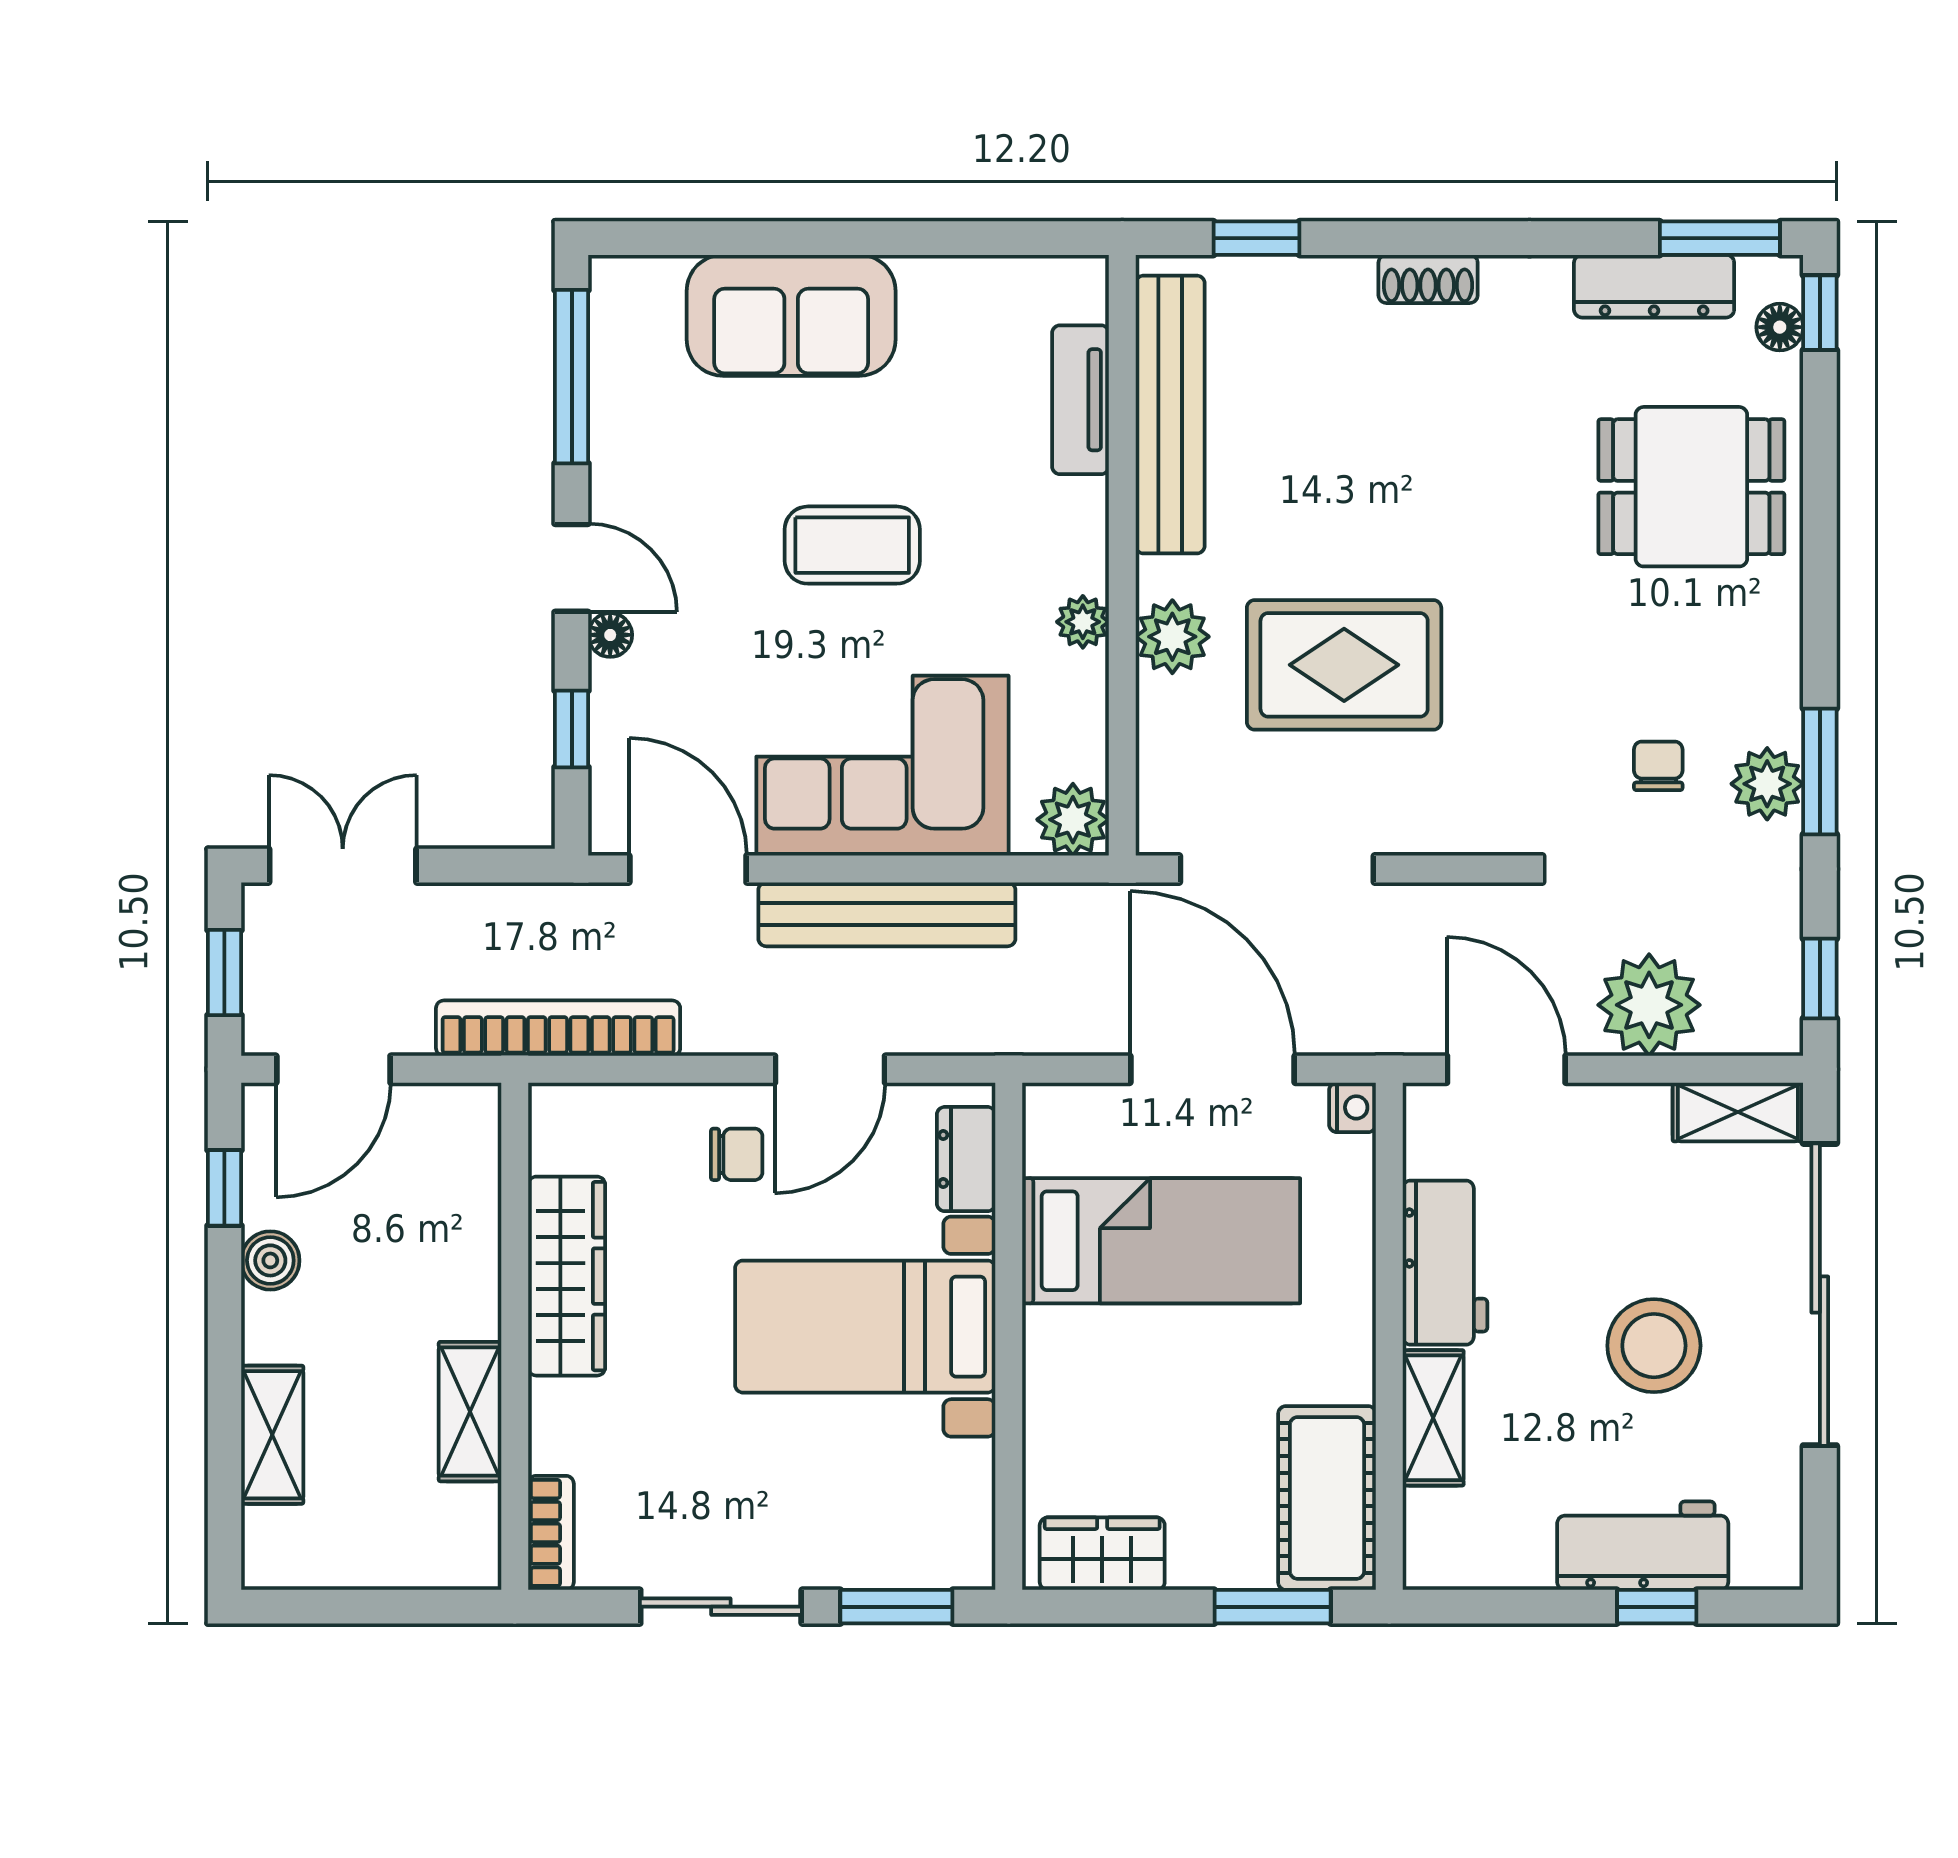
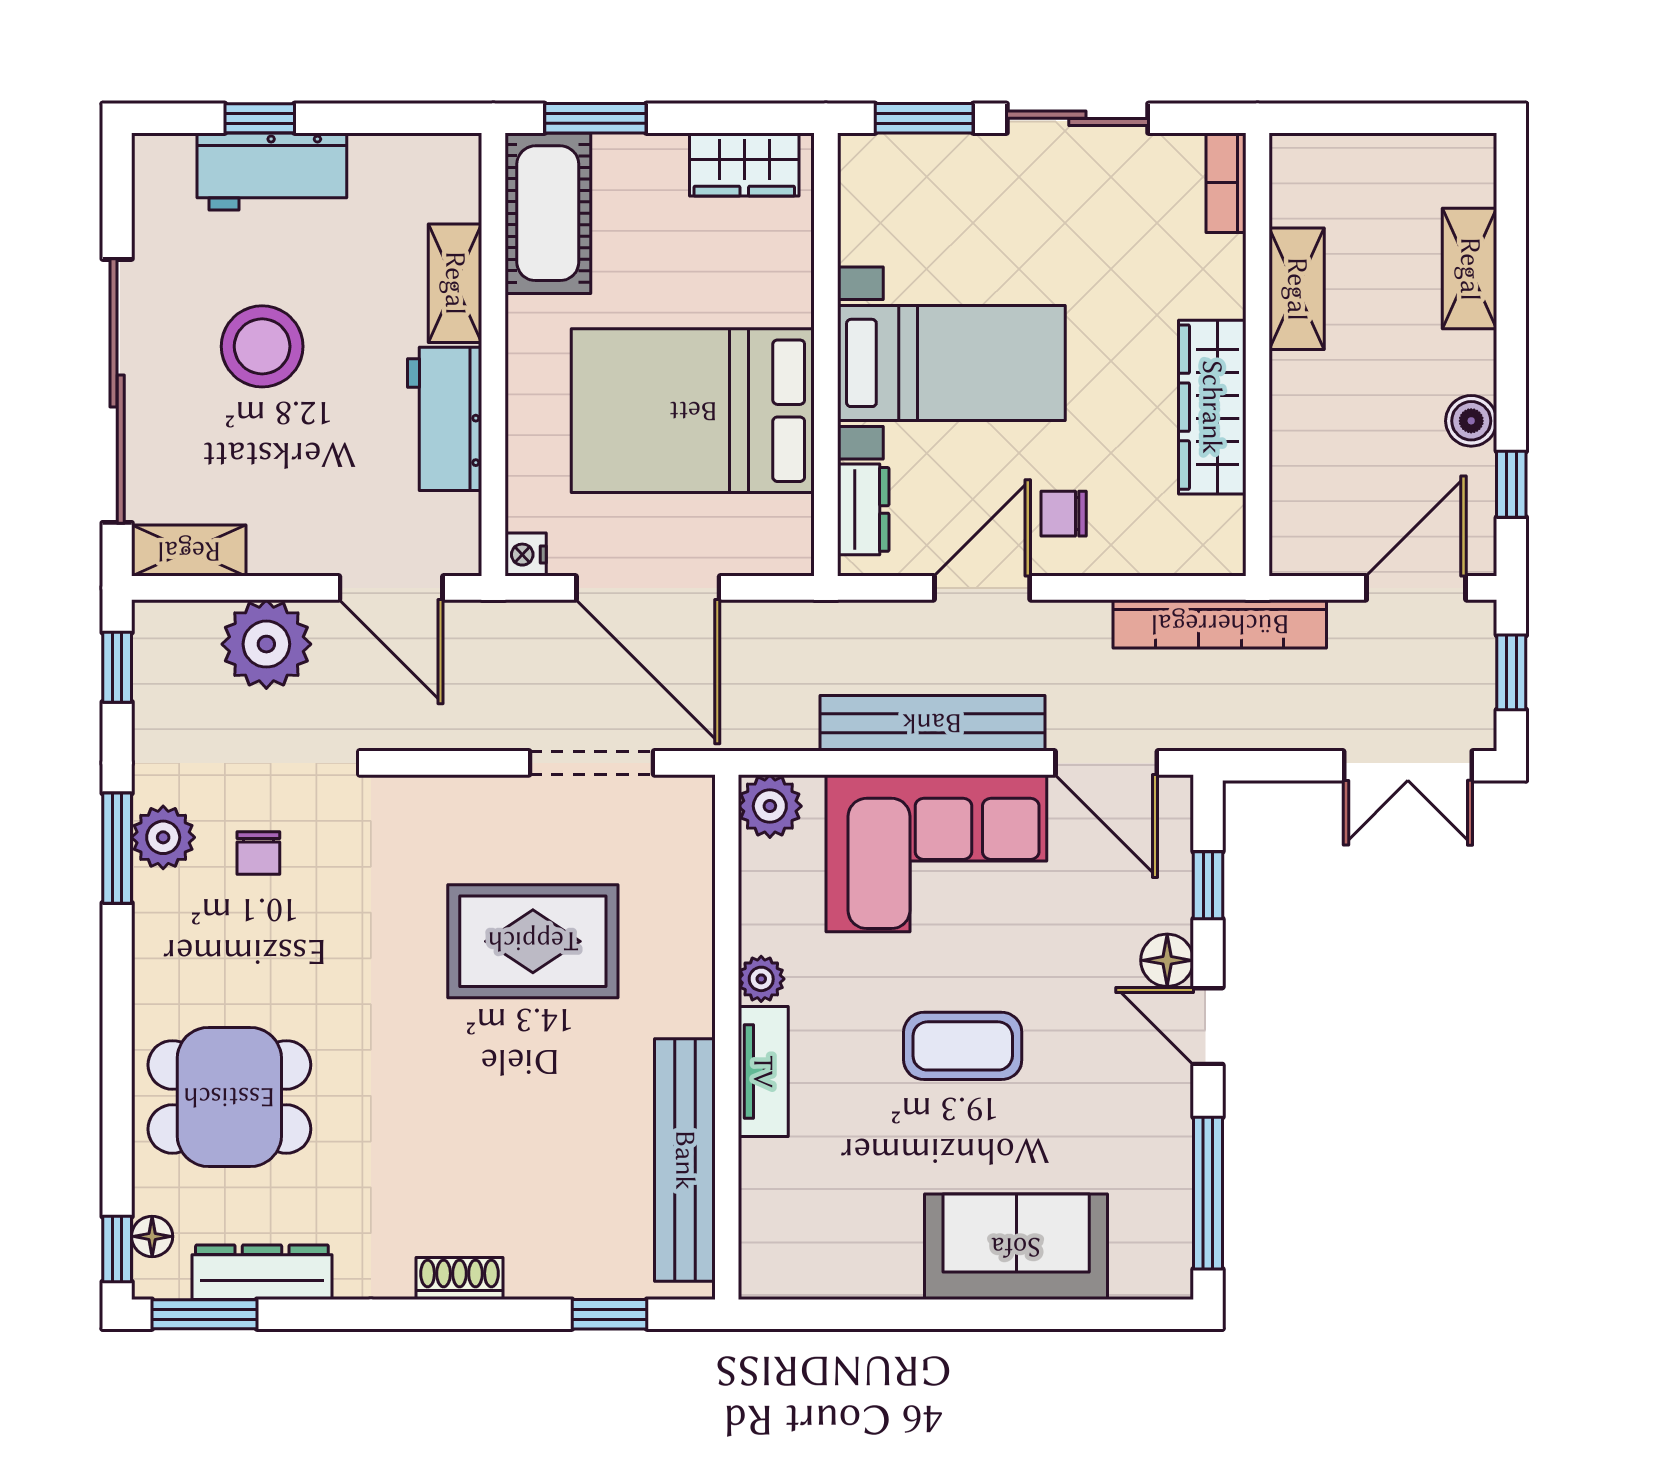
tv unit: (1080, 400) -> (763, 1072), moved
floor lamp: (610, 635) -> (1167, 960), width x1.37, depth x1.37
plant: (1172, 637) -> (683, 966), removed
doorway: (1277, 869) -> (592, 763), width x0.73
bed: (1161, 1241) -> (693, 411), width x1.50

